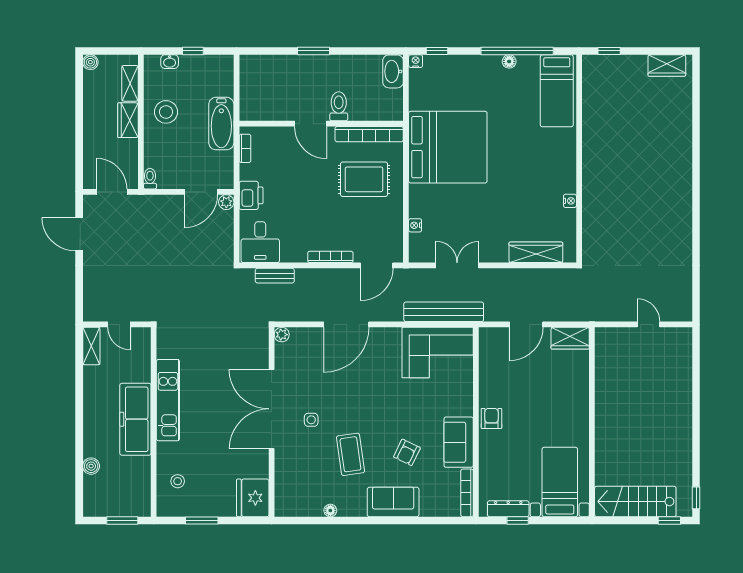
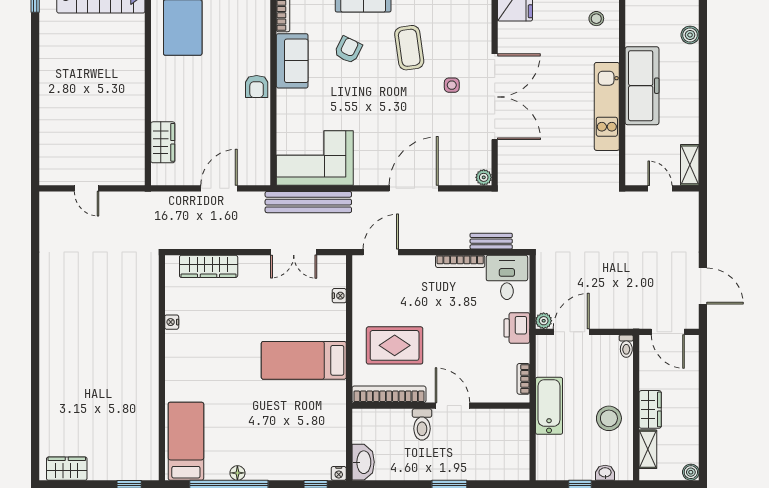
bed: (448, 147) -> (304, 360), width x0.49
bookcase: (330, 257) -> (460, 261), moved
wardrobe: (570, 338) -> (163, 142), moved, turned 90

